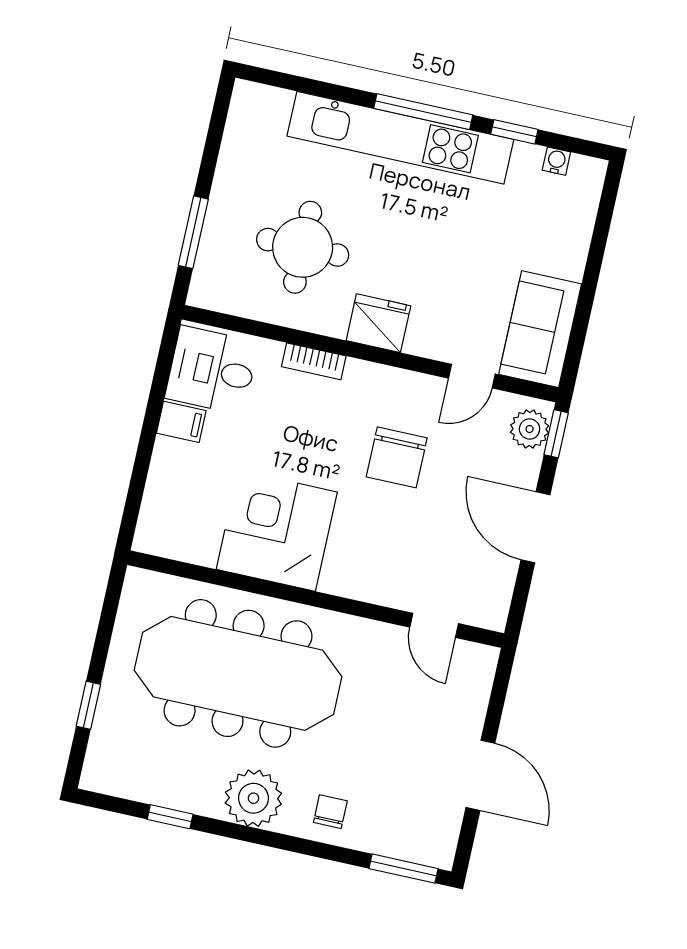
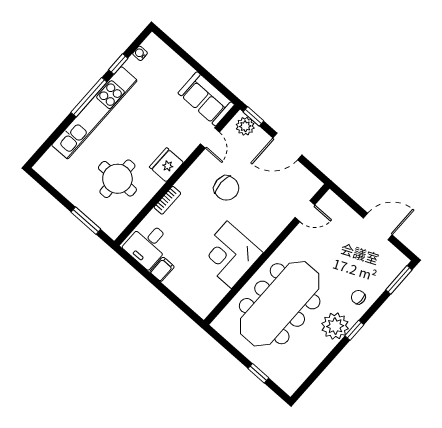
window: (170, 817) -> (354, 330), moved

